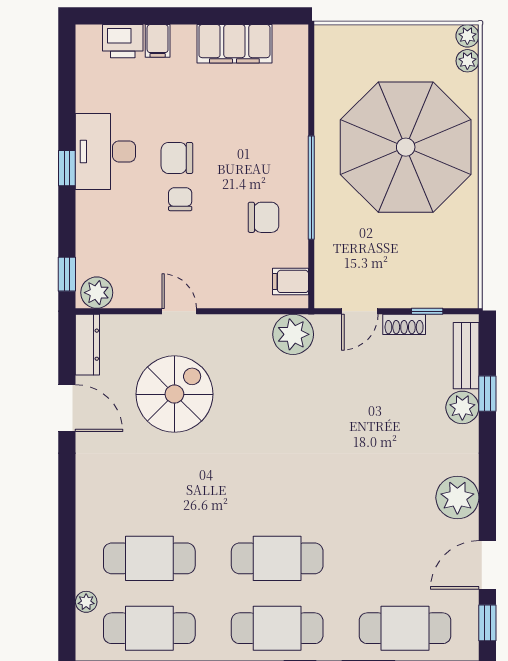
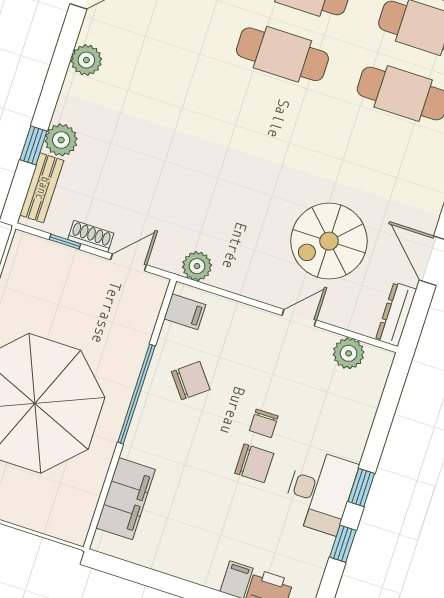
filing cabinet: (234, 44) -> (126, 499), moved, turned 90
chair: (263, 217) -> (191, 381), turned 142
window: (67, 274) -> (343, 544), moved
plant: (97, 293) -> (349, 353), moved
door: (179, 311) -> (299, 318), swing flipped
plant: (293, 334) -> (197, 266), width x0.73, depth x0.73
plant: (457, 498) -> (86, 60), width x0.73, depth x0.73

